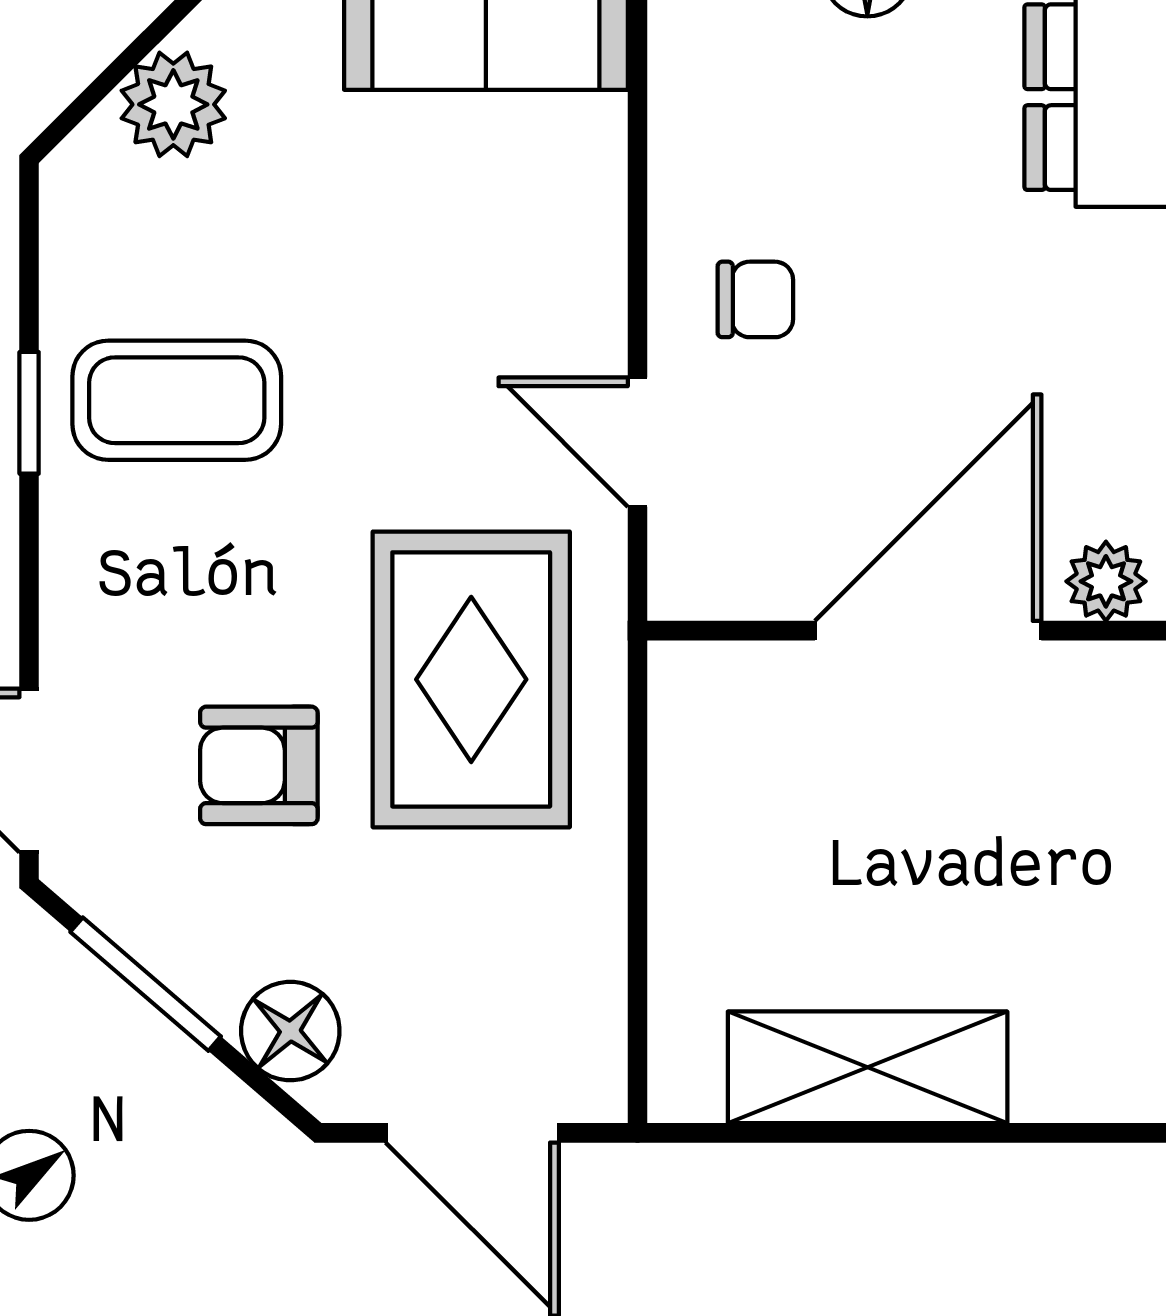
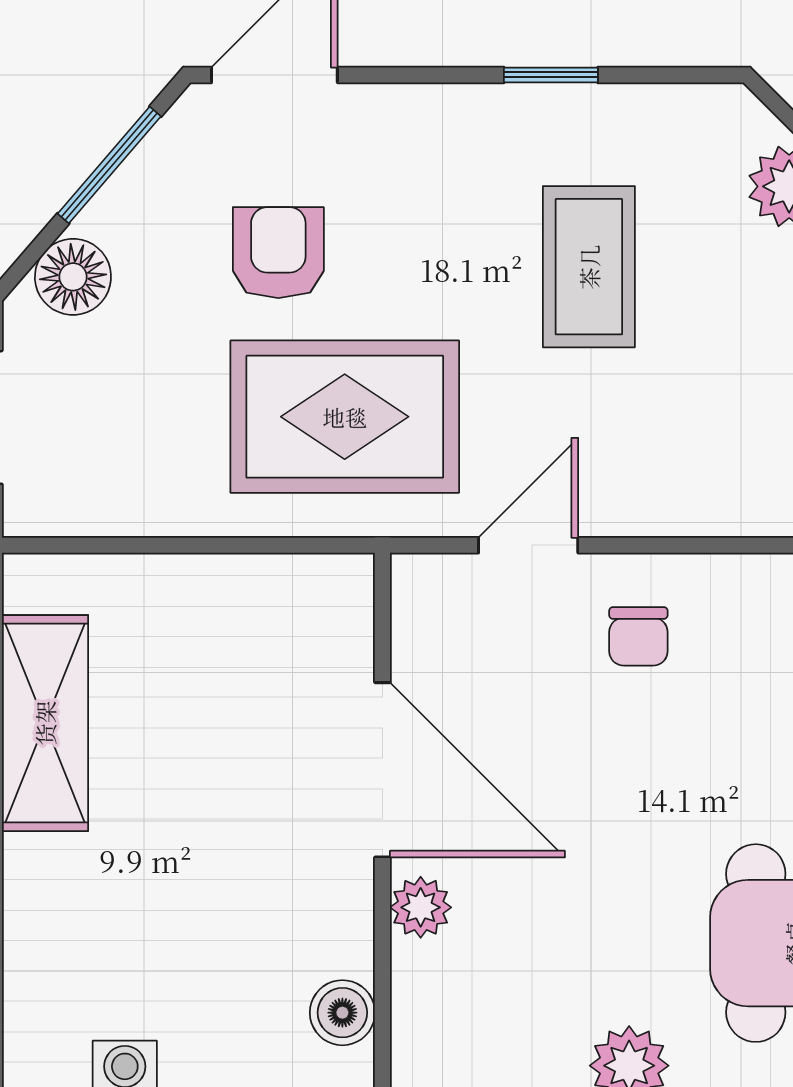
coffee table: (177, 400) -> (589, 267), moved

